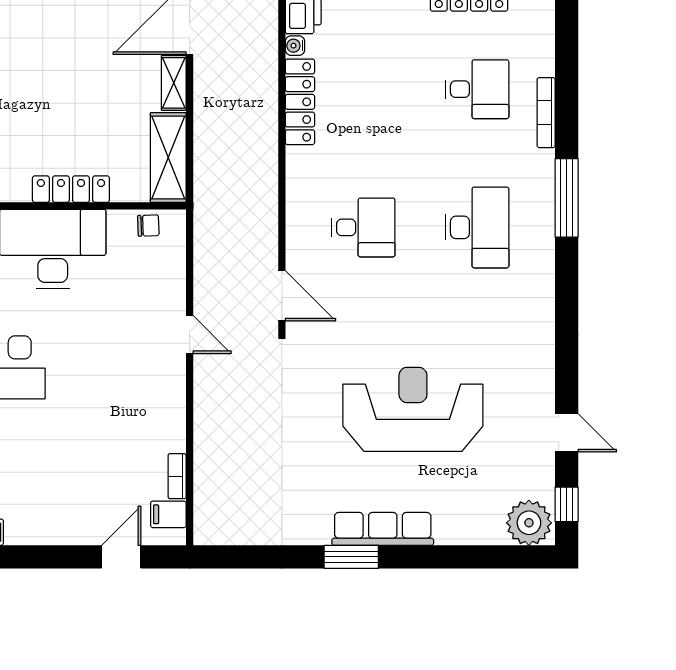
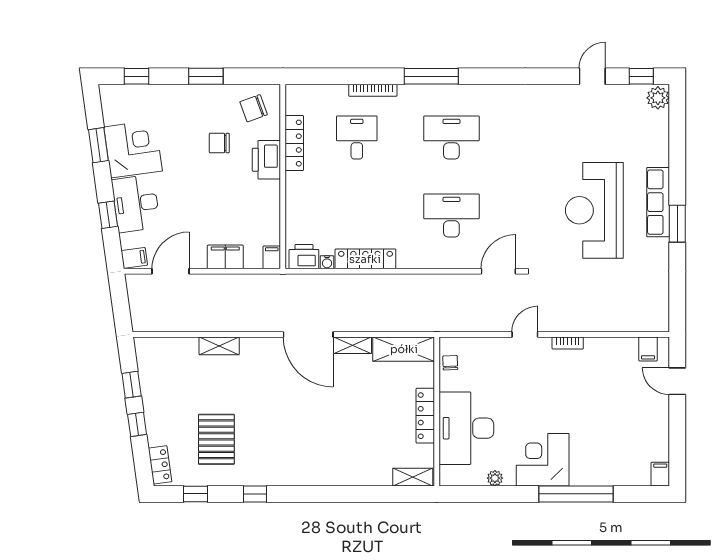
desk: (363, 227) -> (451, 215), width x1.37
reception desk: (413, 409) -> (594, 210), moved
bookcase: (177, 476) -> (568, 343), moved
plant: (529, 523) -> (658, 98), width x0.73, depth x0.73

